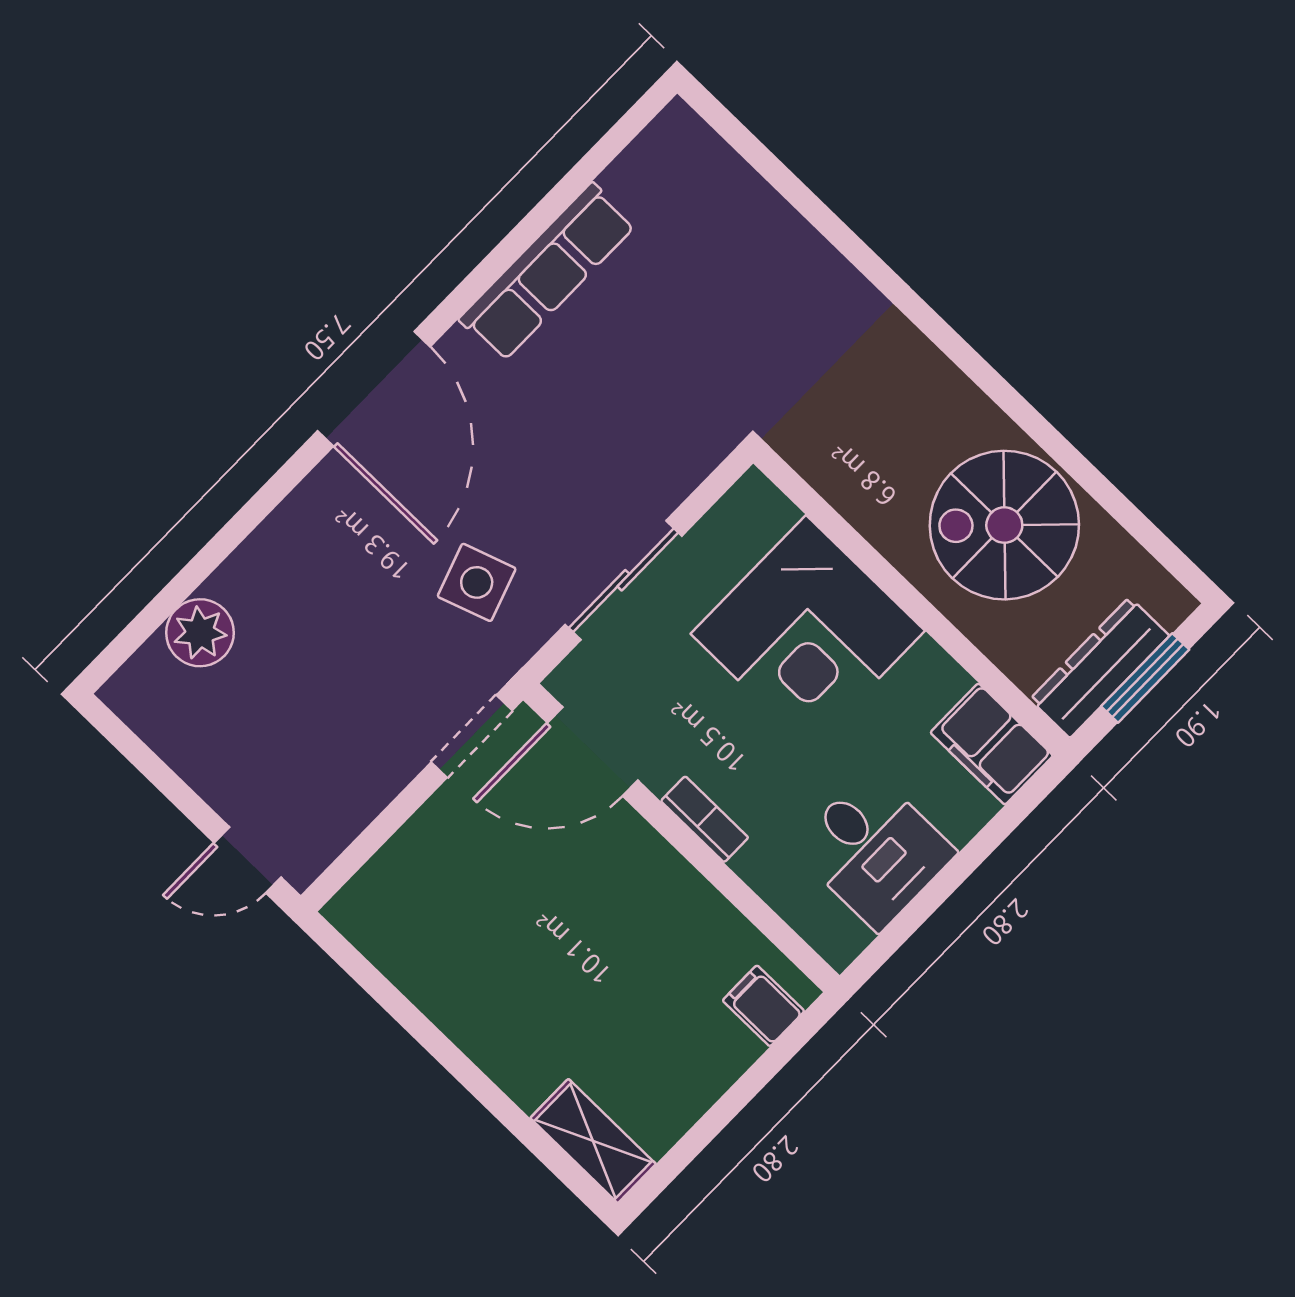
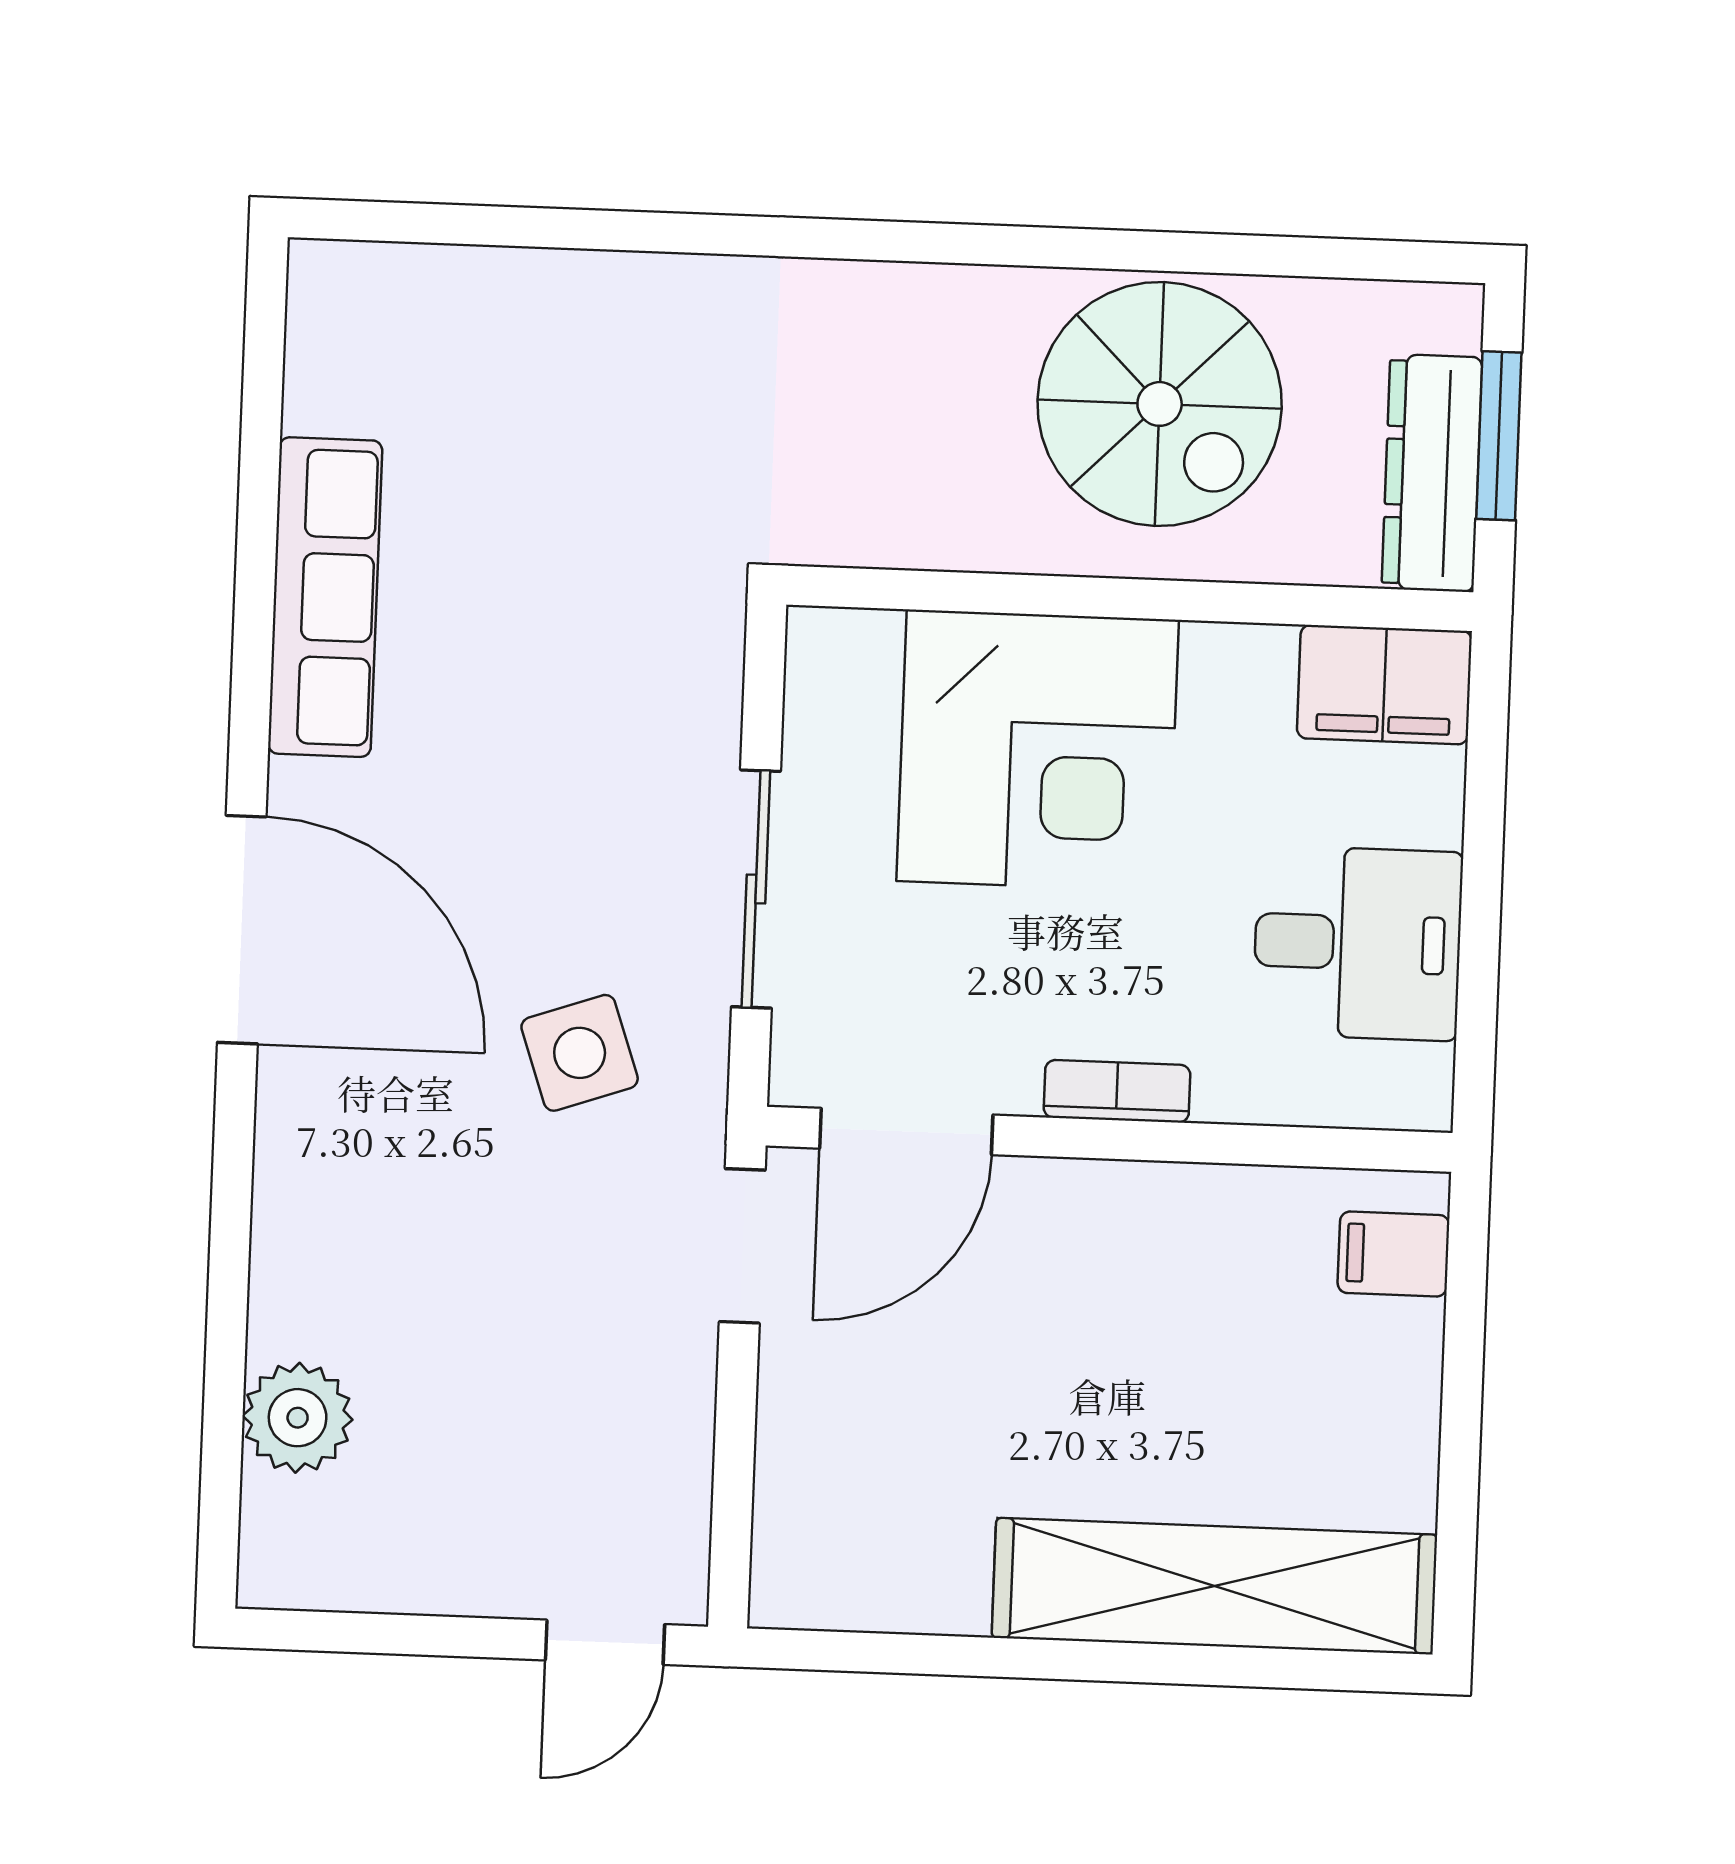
spiral stairs: (1004, 525) -> (1160, 404), turned -90
shelving: (593, 1141) -> (1215, 1586), width x2.20, depth x1.33

